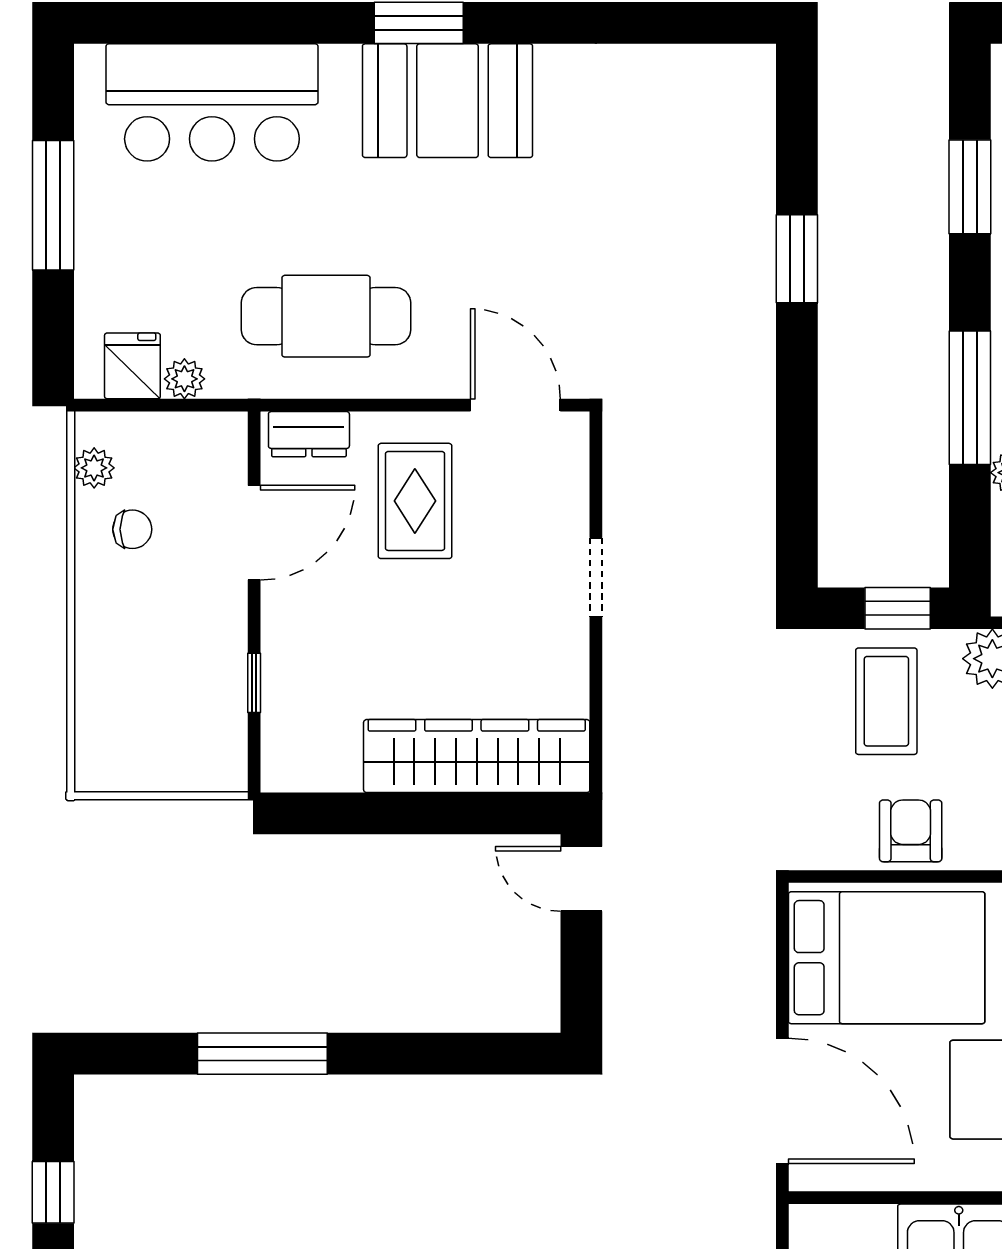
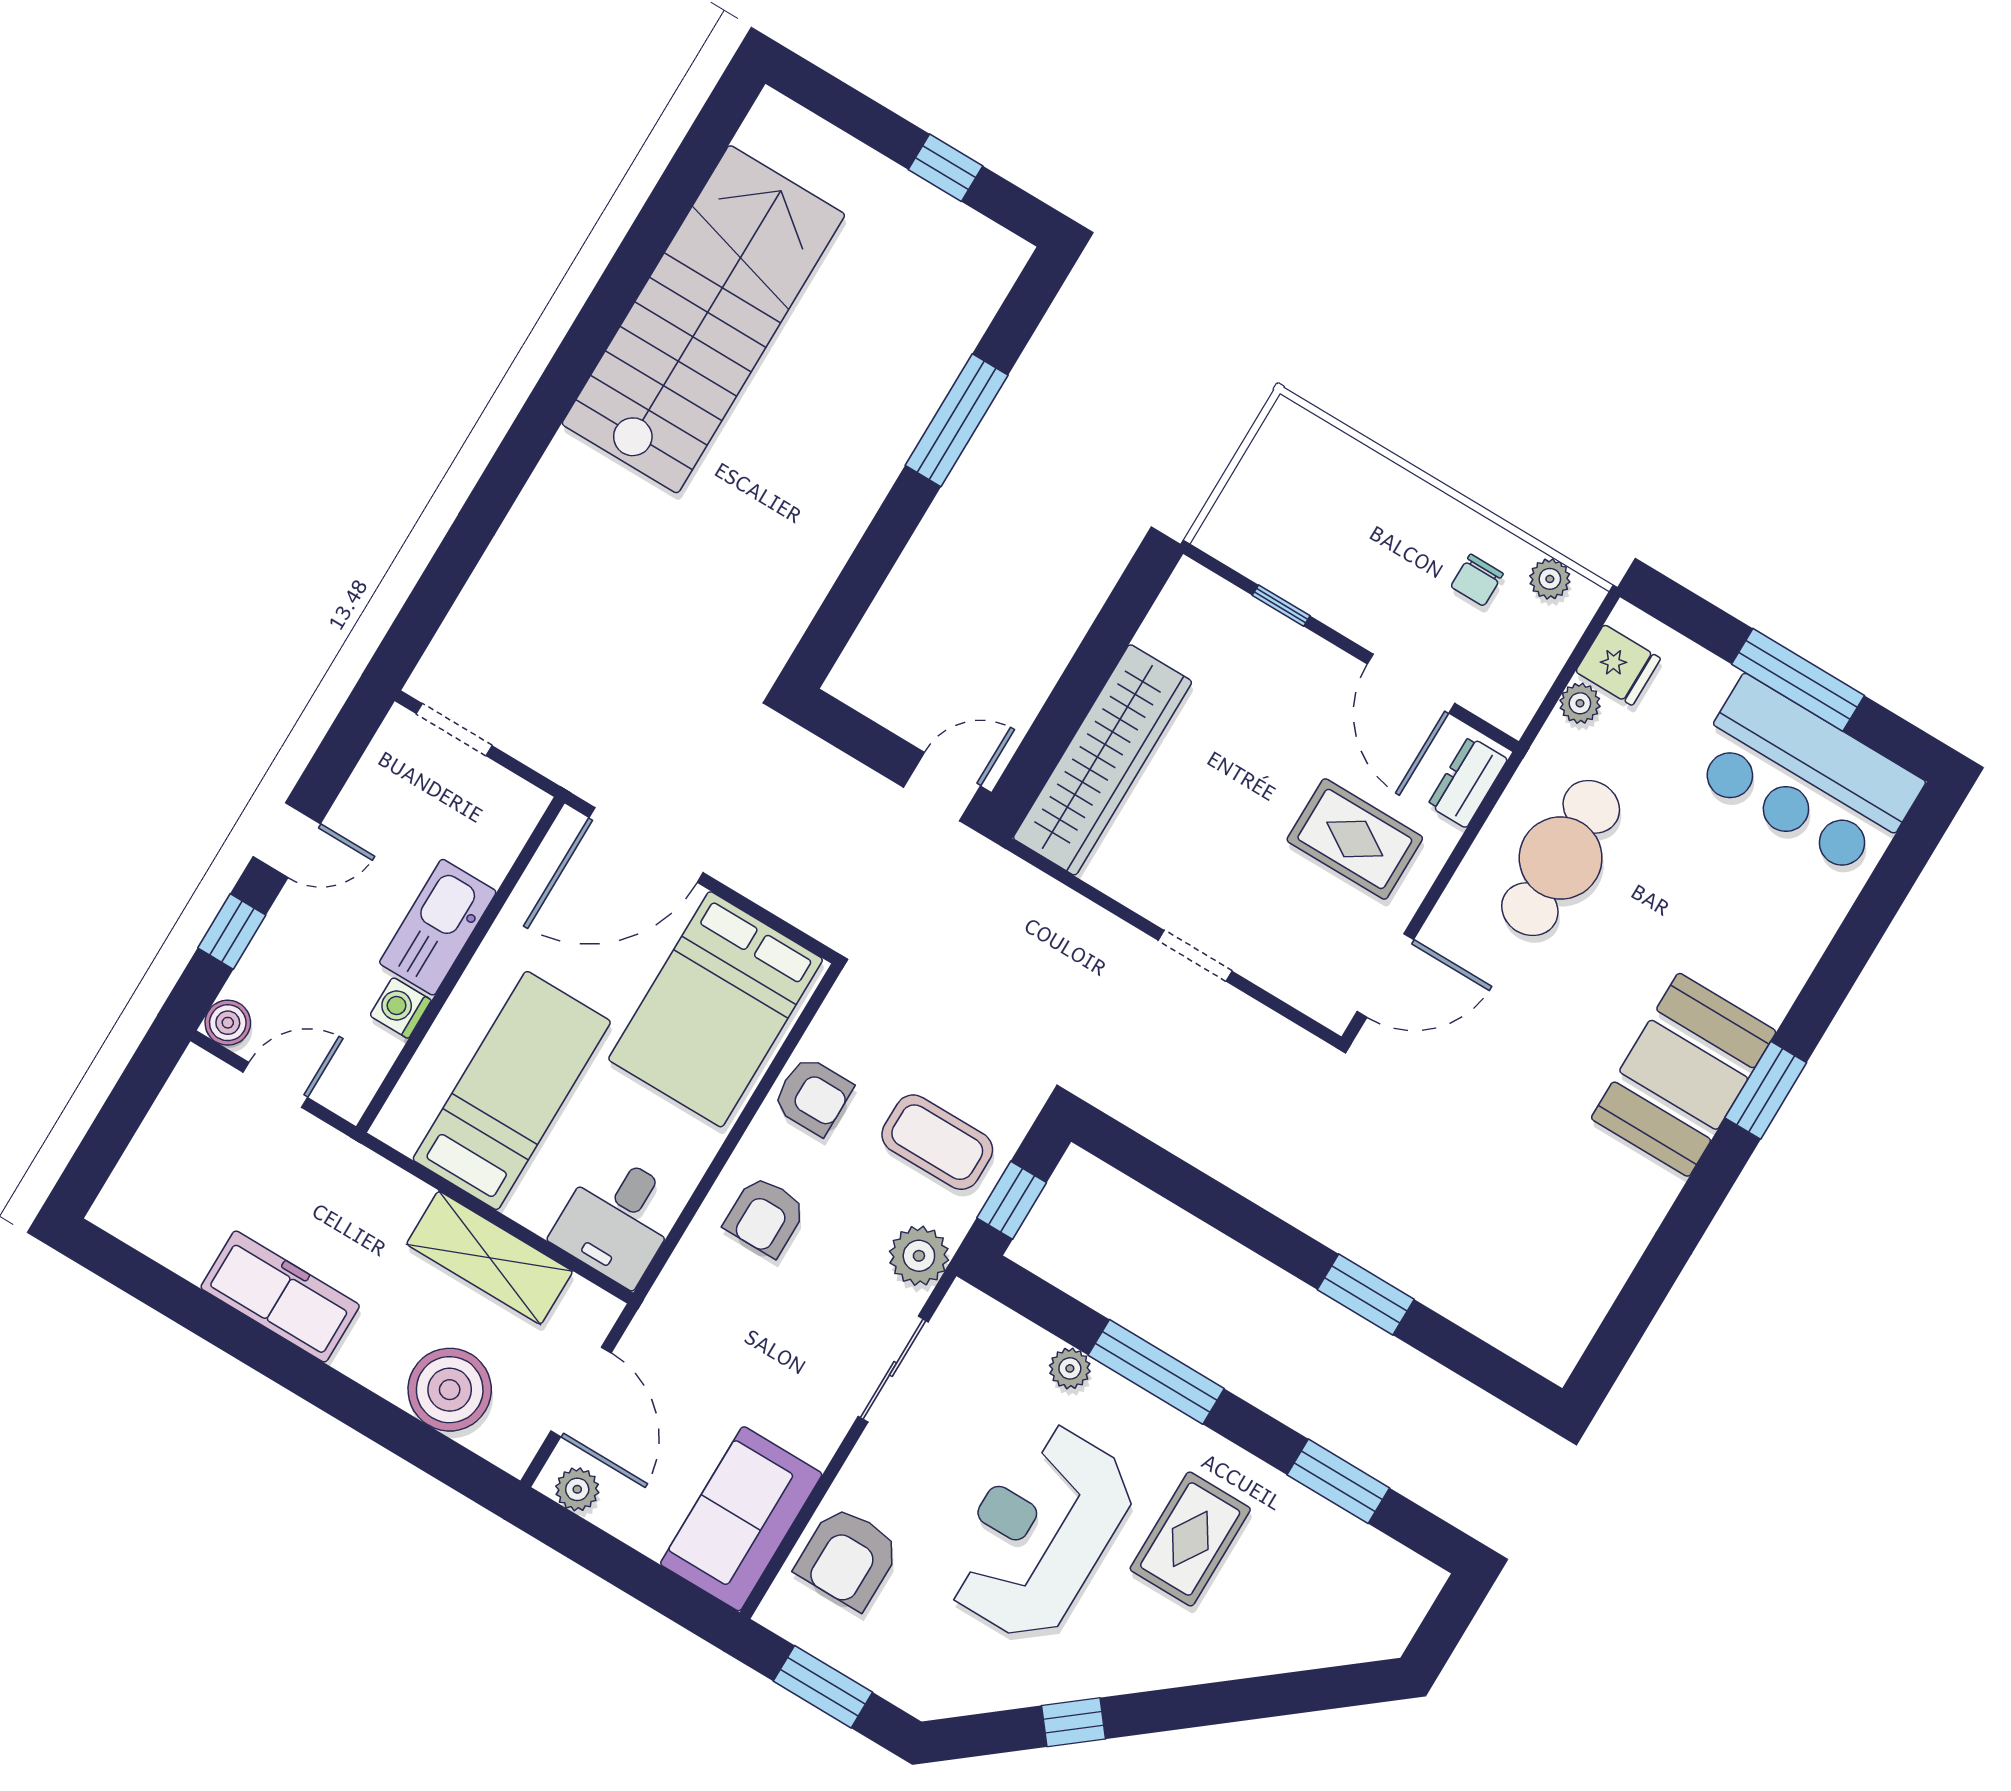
bar counter: (212, 102) -> (1805, 777), moved, turned -90

